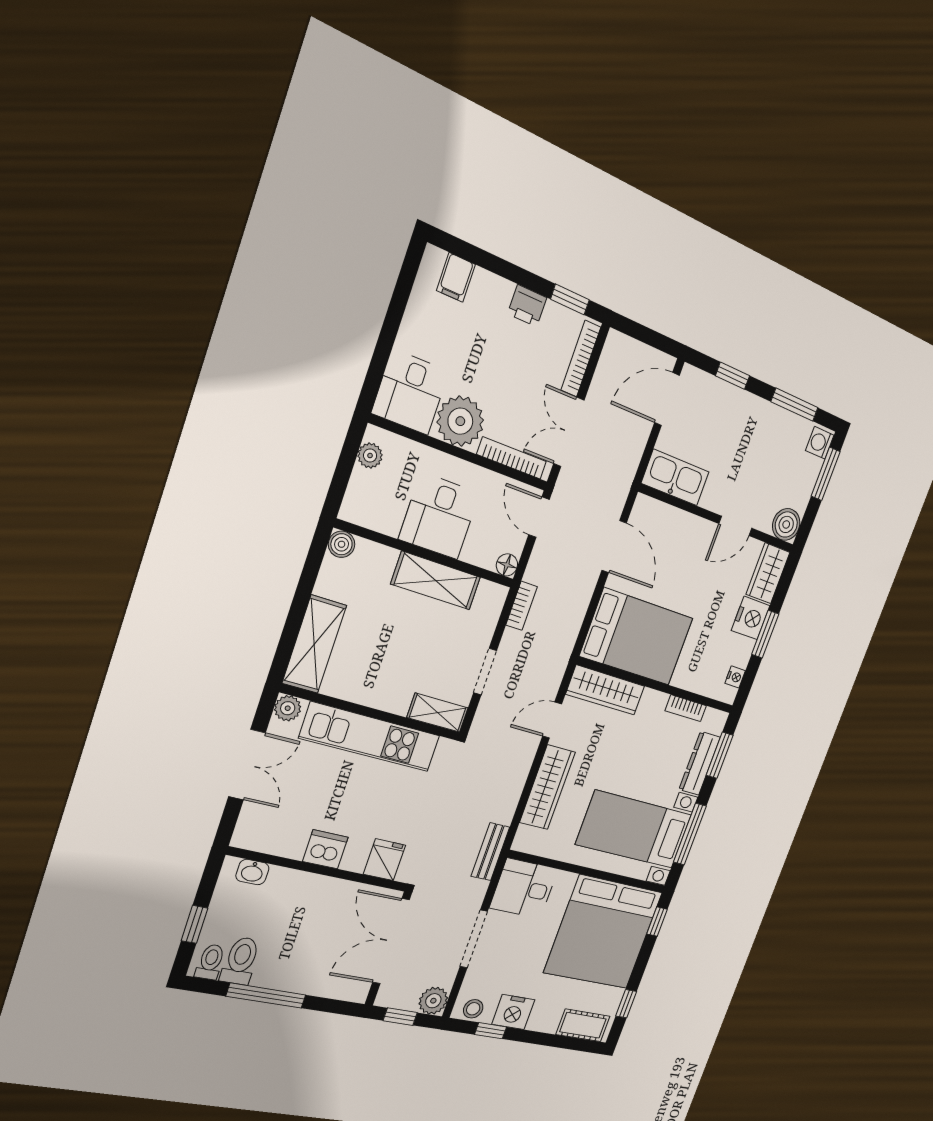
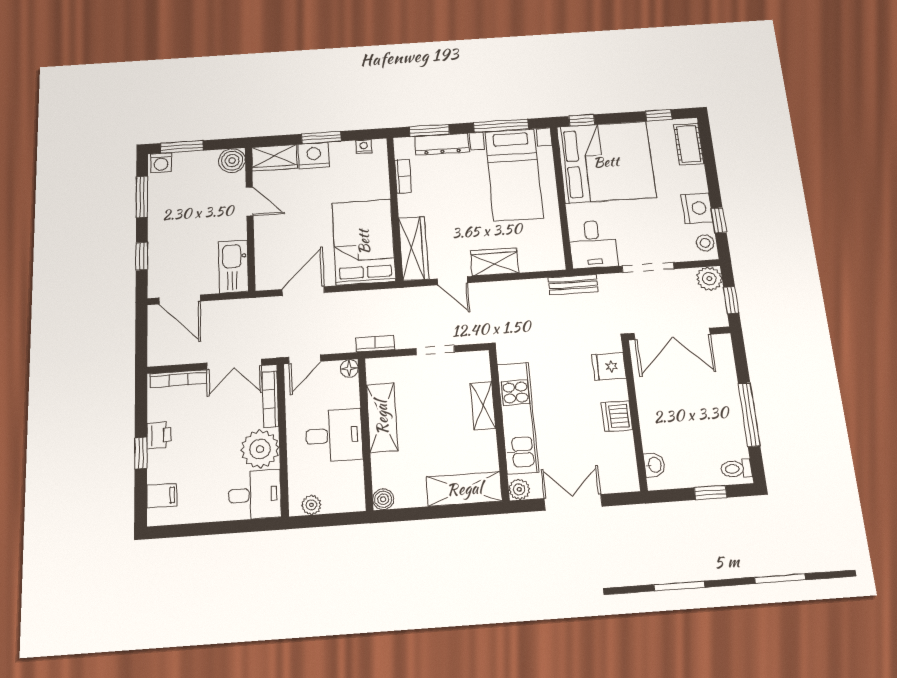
window: (570, 300) -> (141, 453), moved
shelving: (438, 713) -> (483, 406), moved
wardrobe: (547, 787) -> (495, 262), width x0.67
toilet: (241, 961) -> (728, 446), removed

